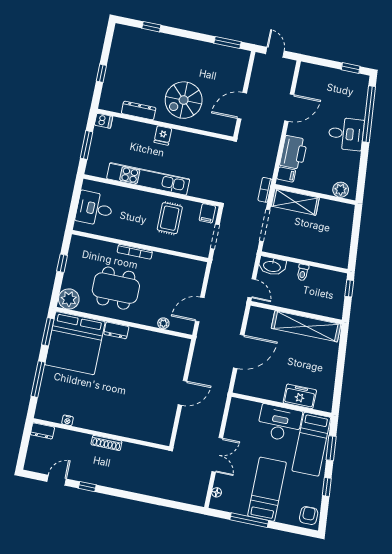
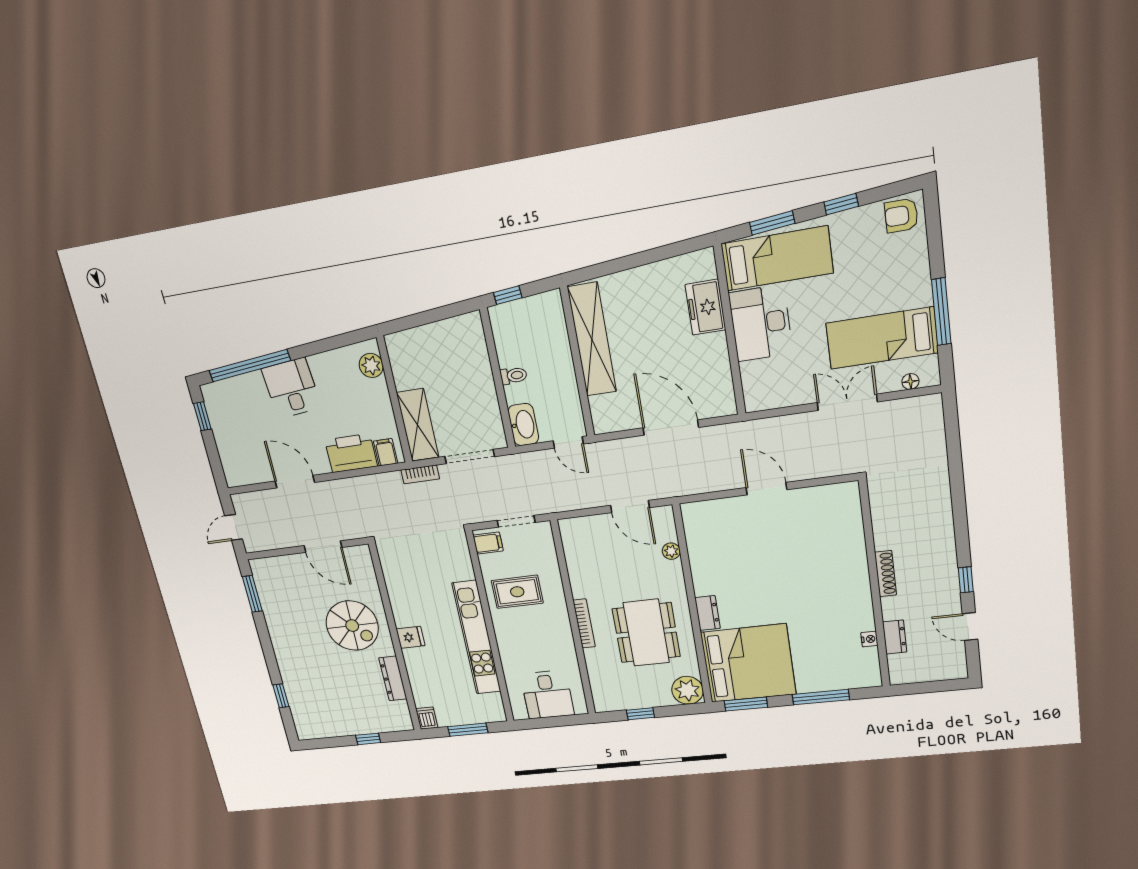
door: (252, 288) -> (568, 442), swing flipped
dresser: (42, 431) -> (895, 637), moved
bed: (267, 489) -> (882, 338), moved

